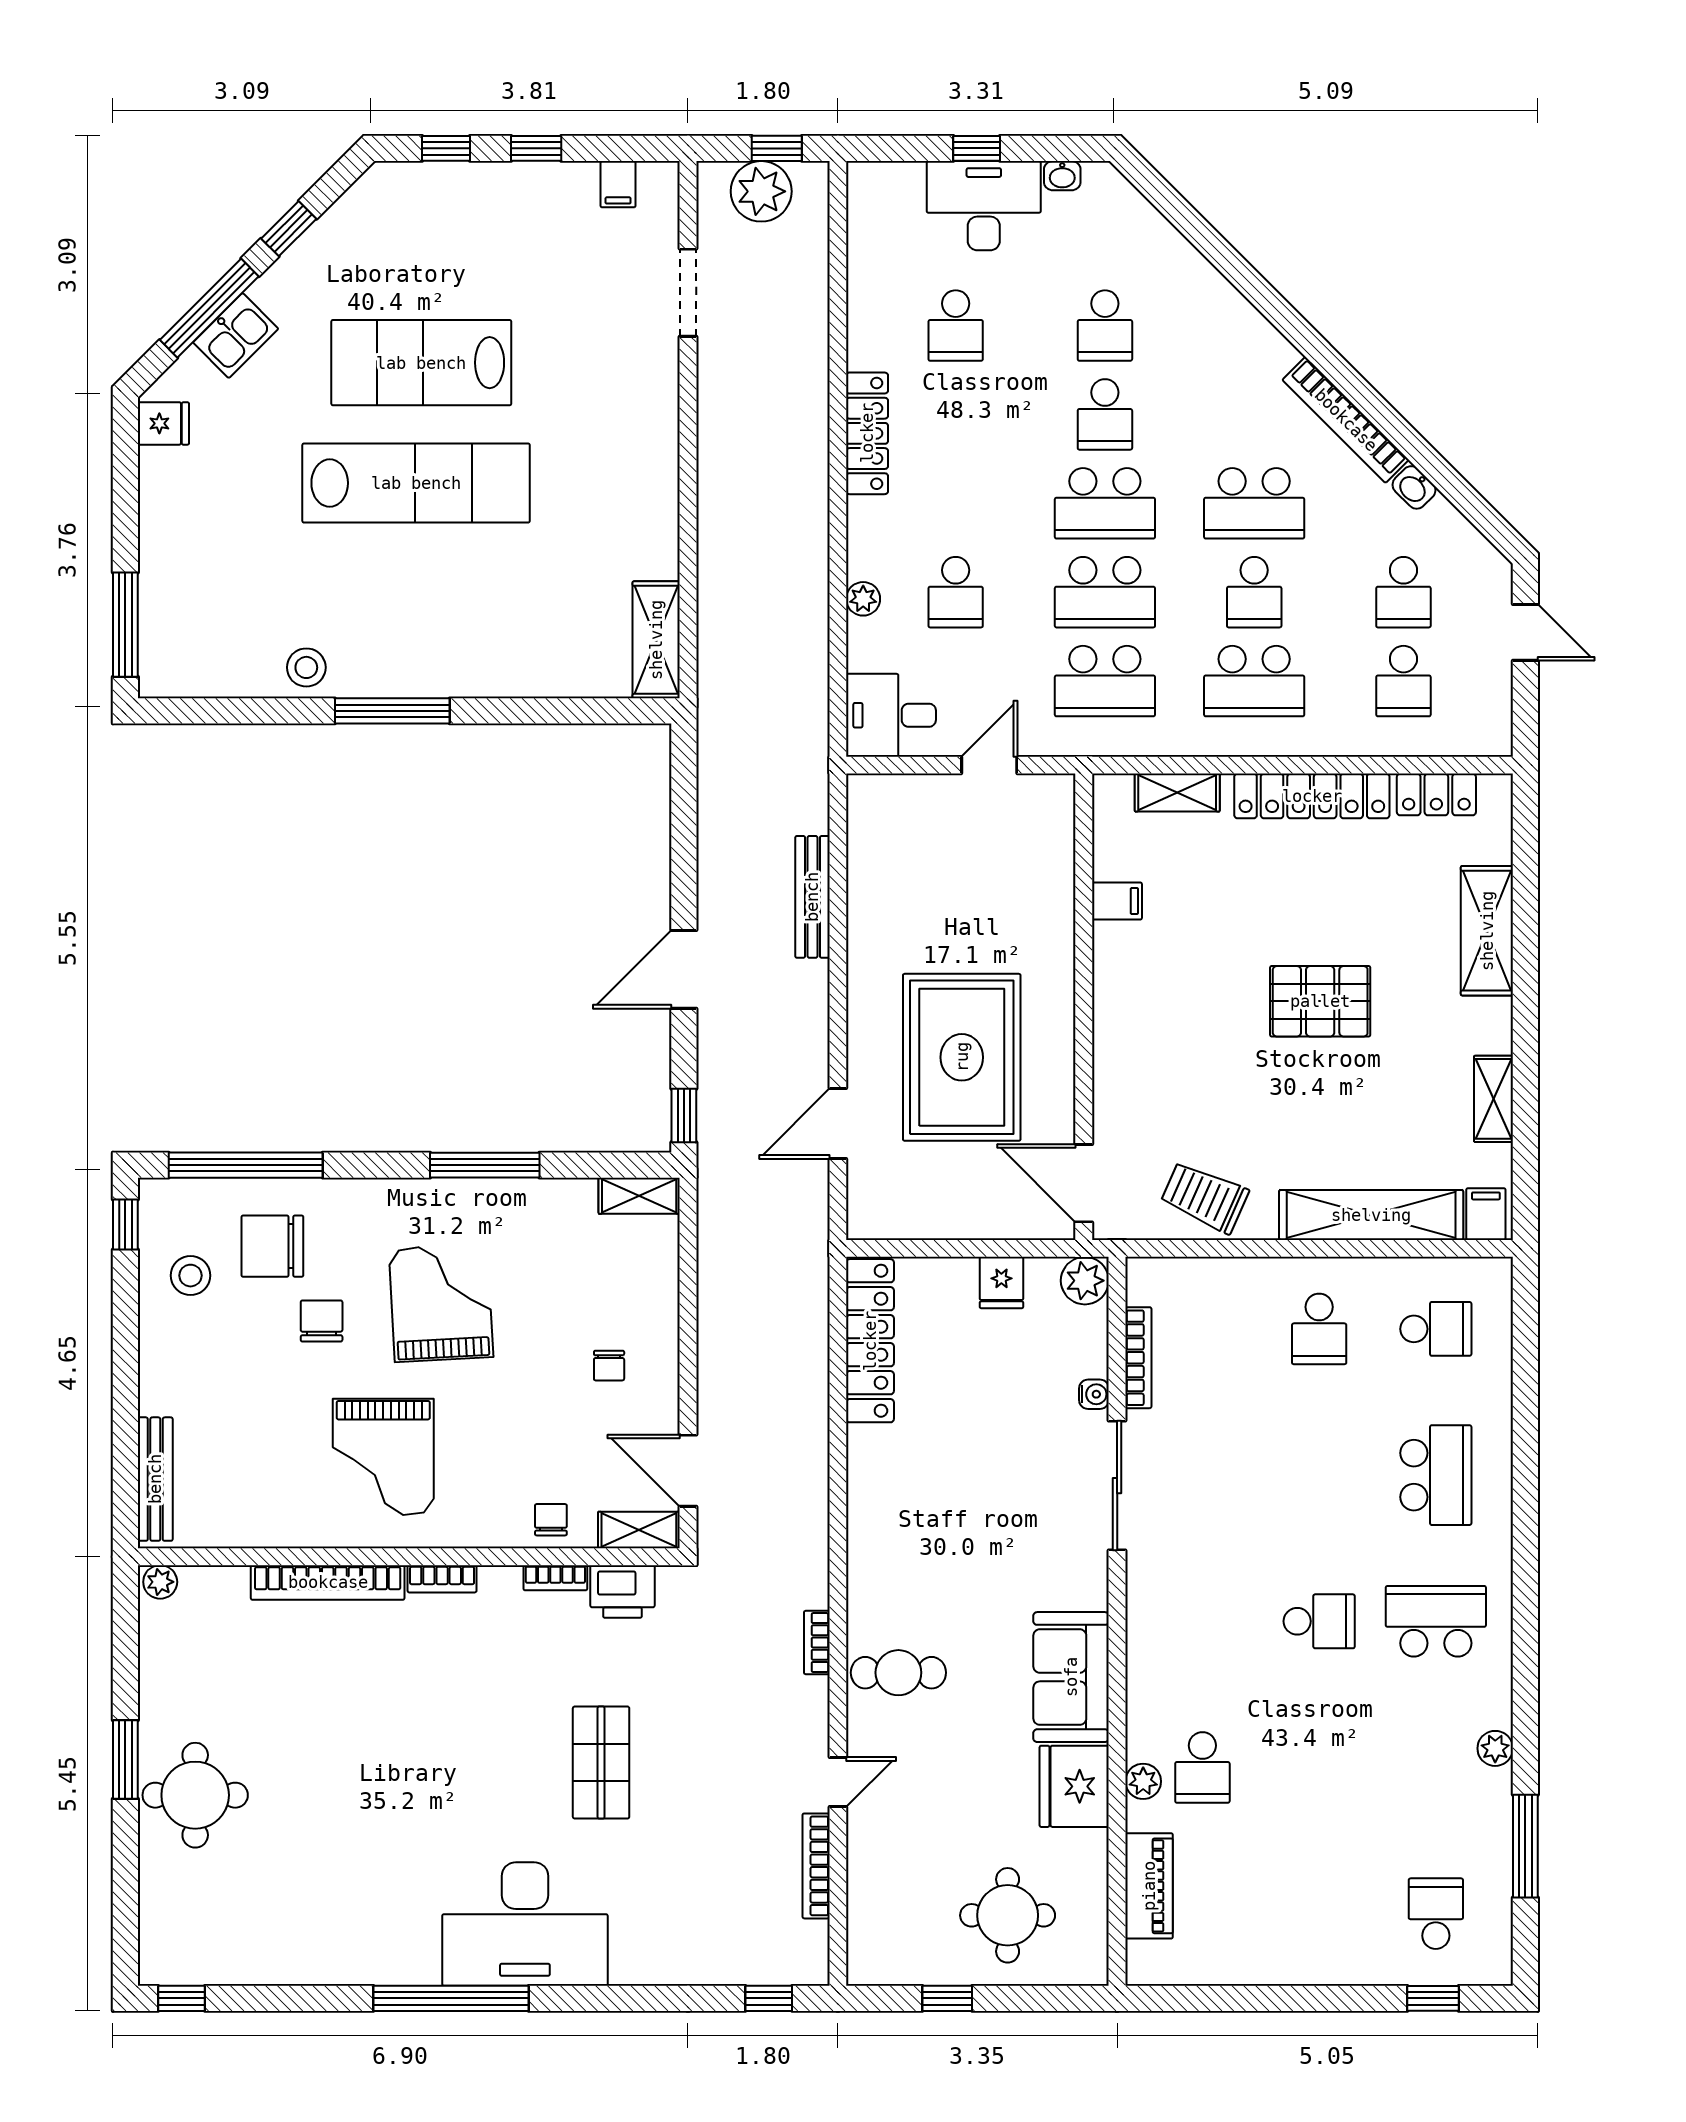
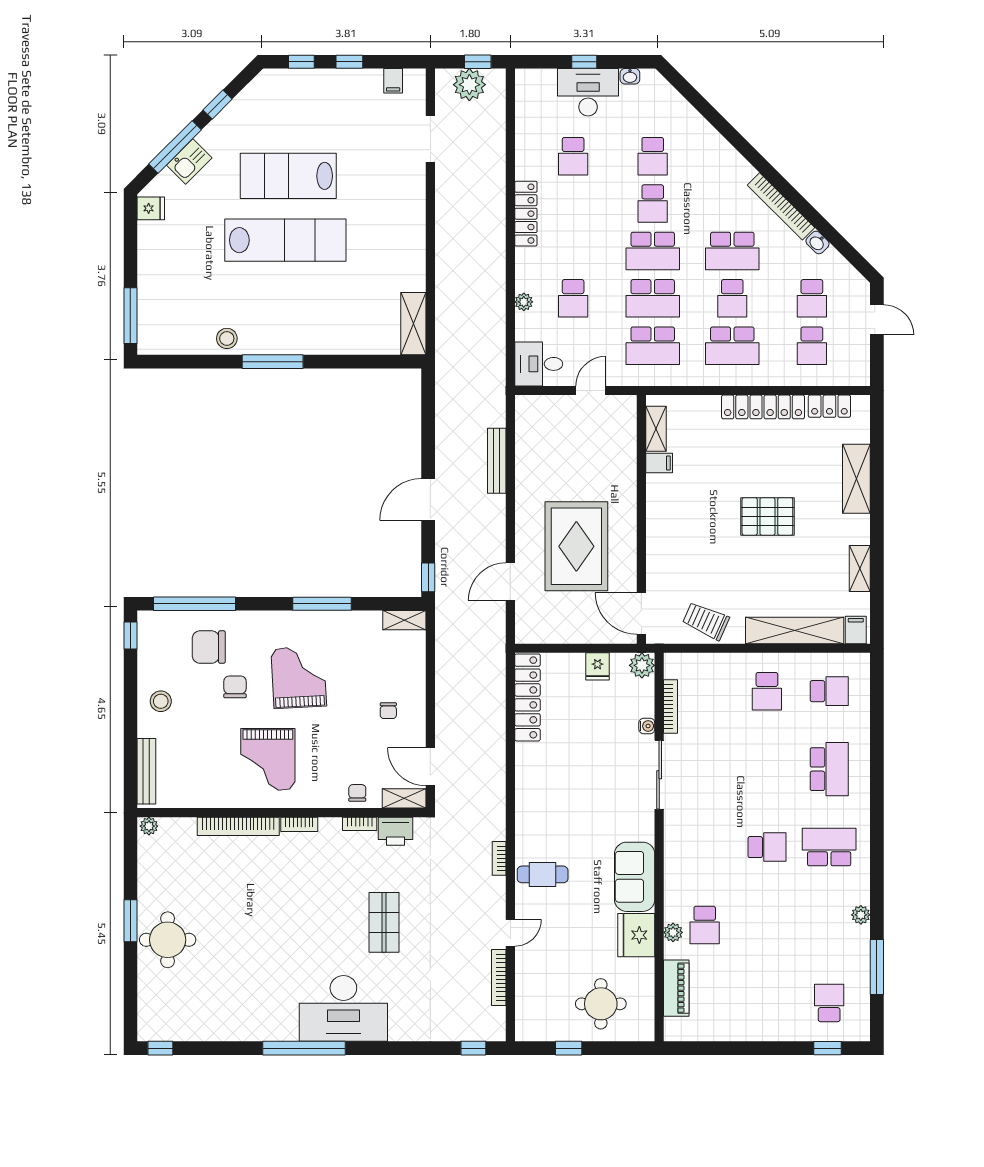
shelving: (1177, 793) -> (656, 429), moved, turned 90
stool: (190, 1276) -> (161, 701), moved

